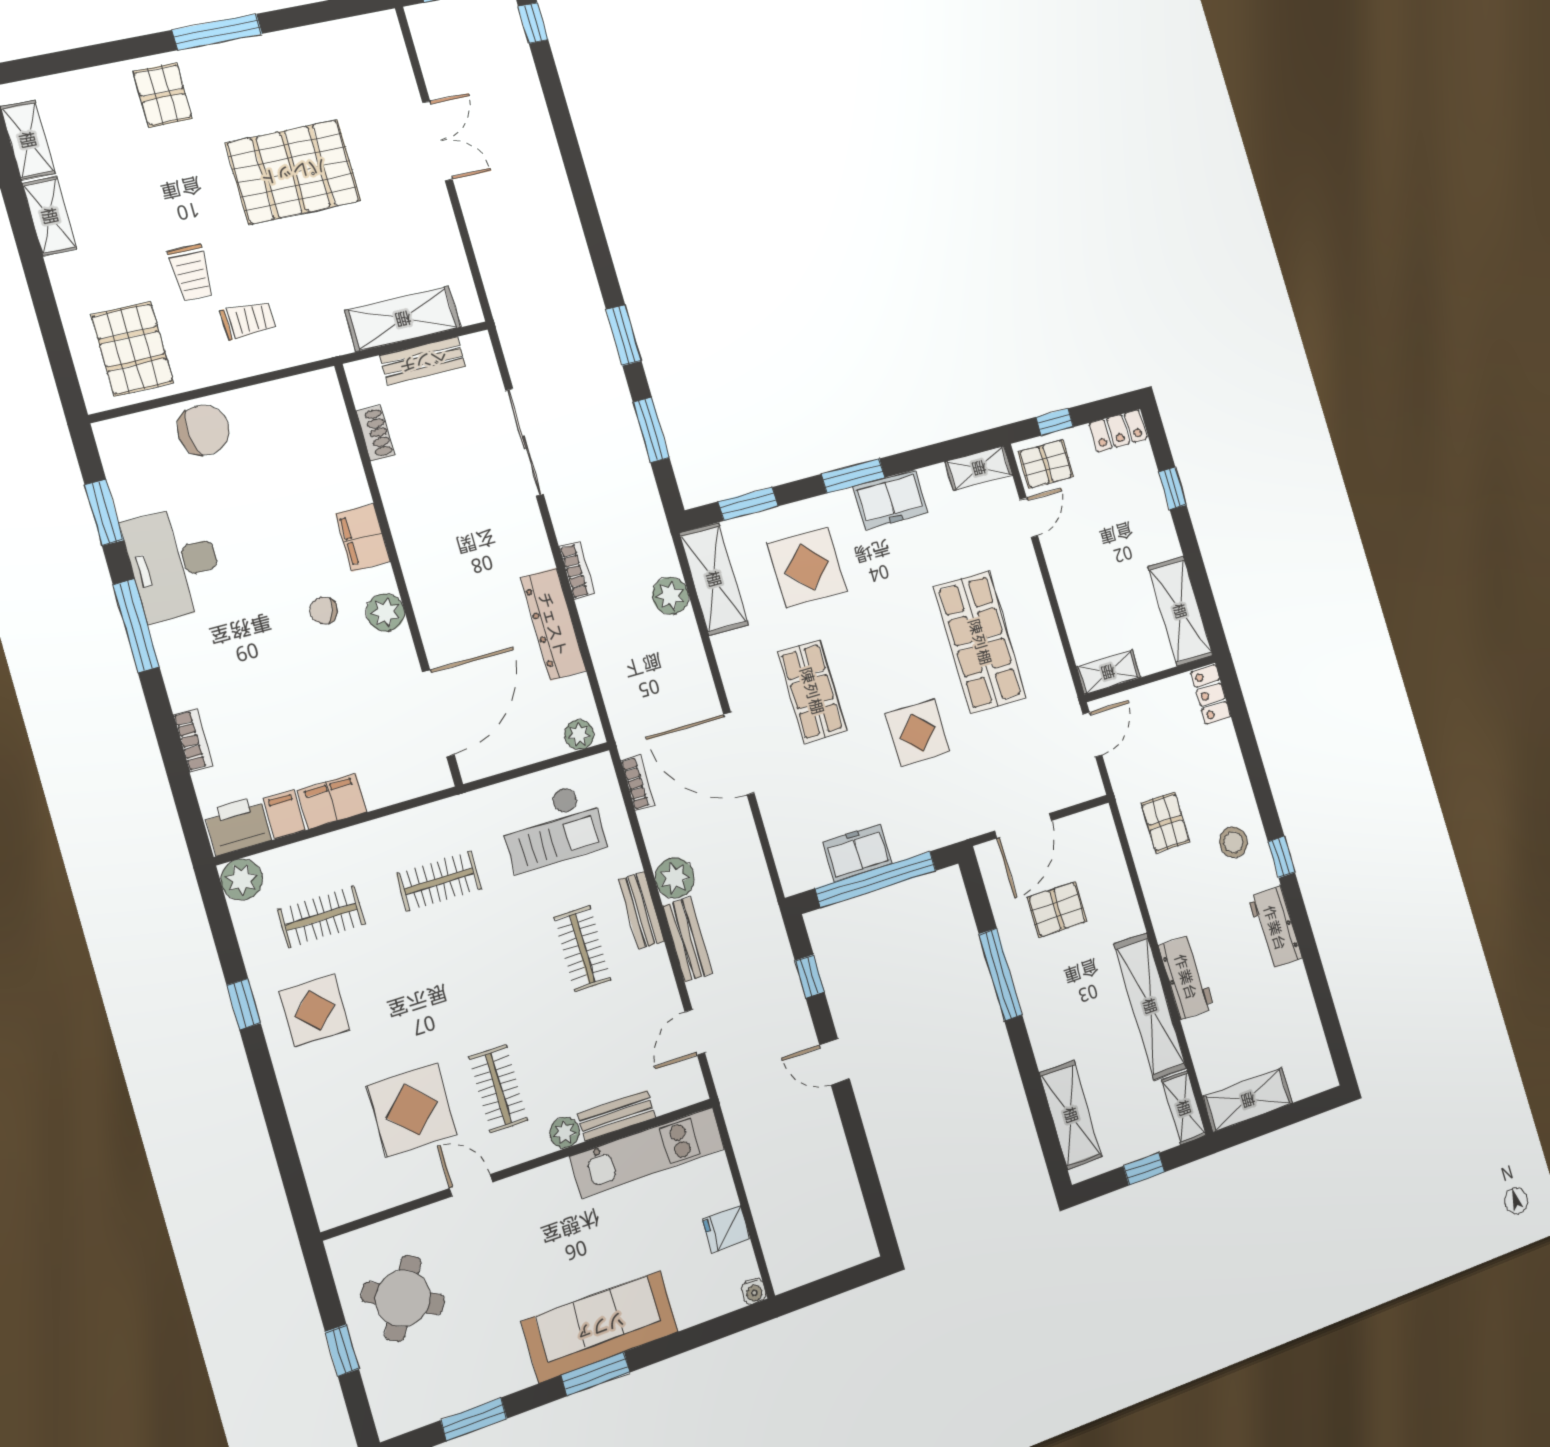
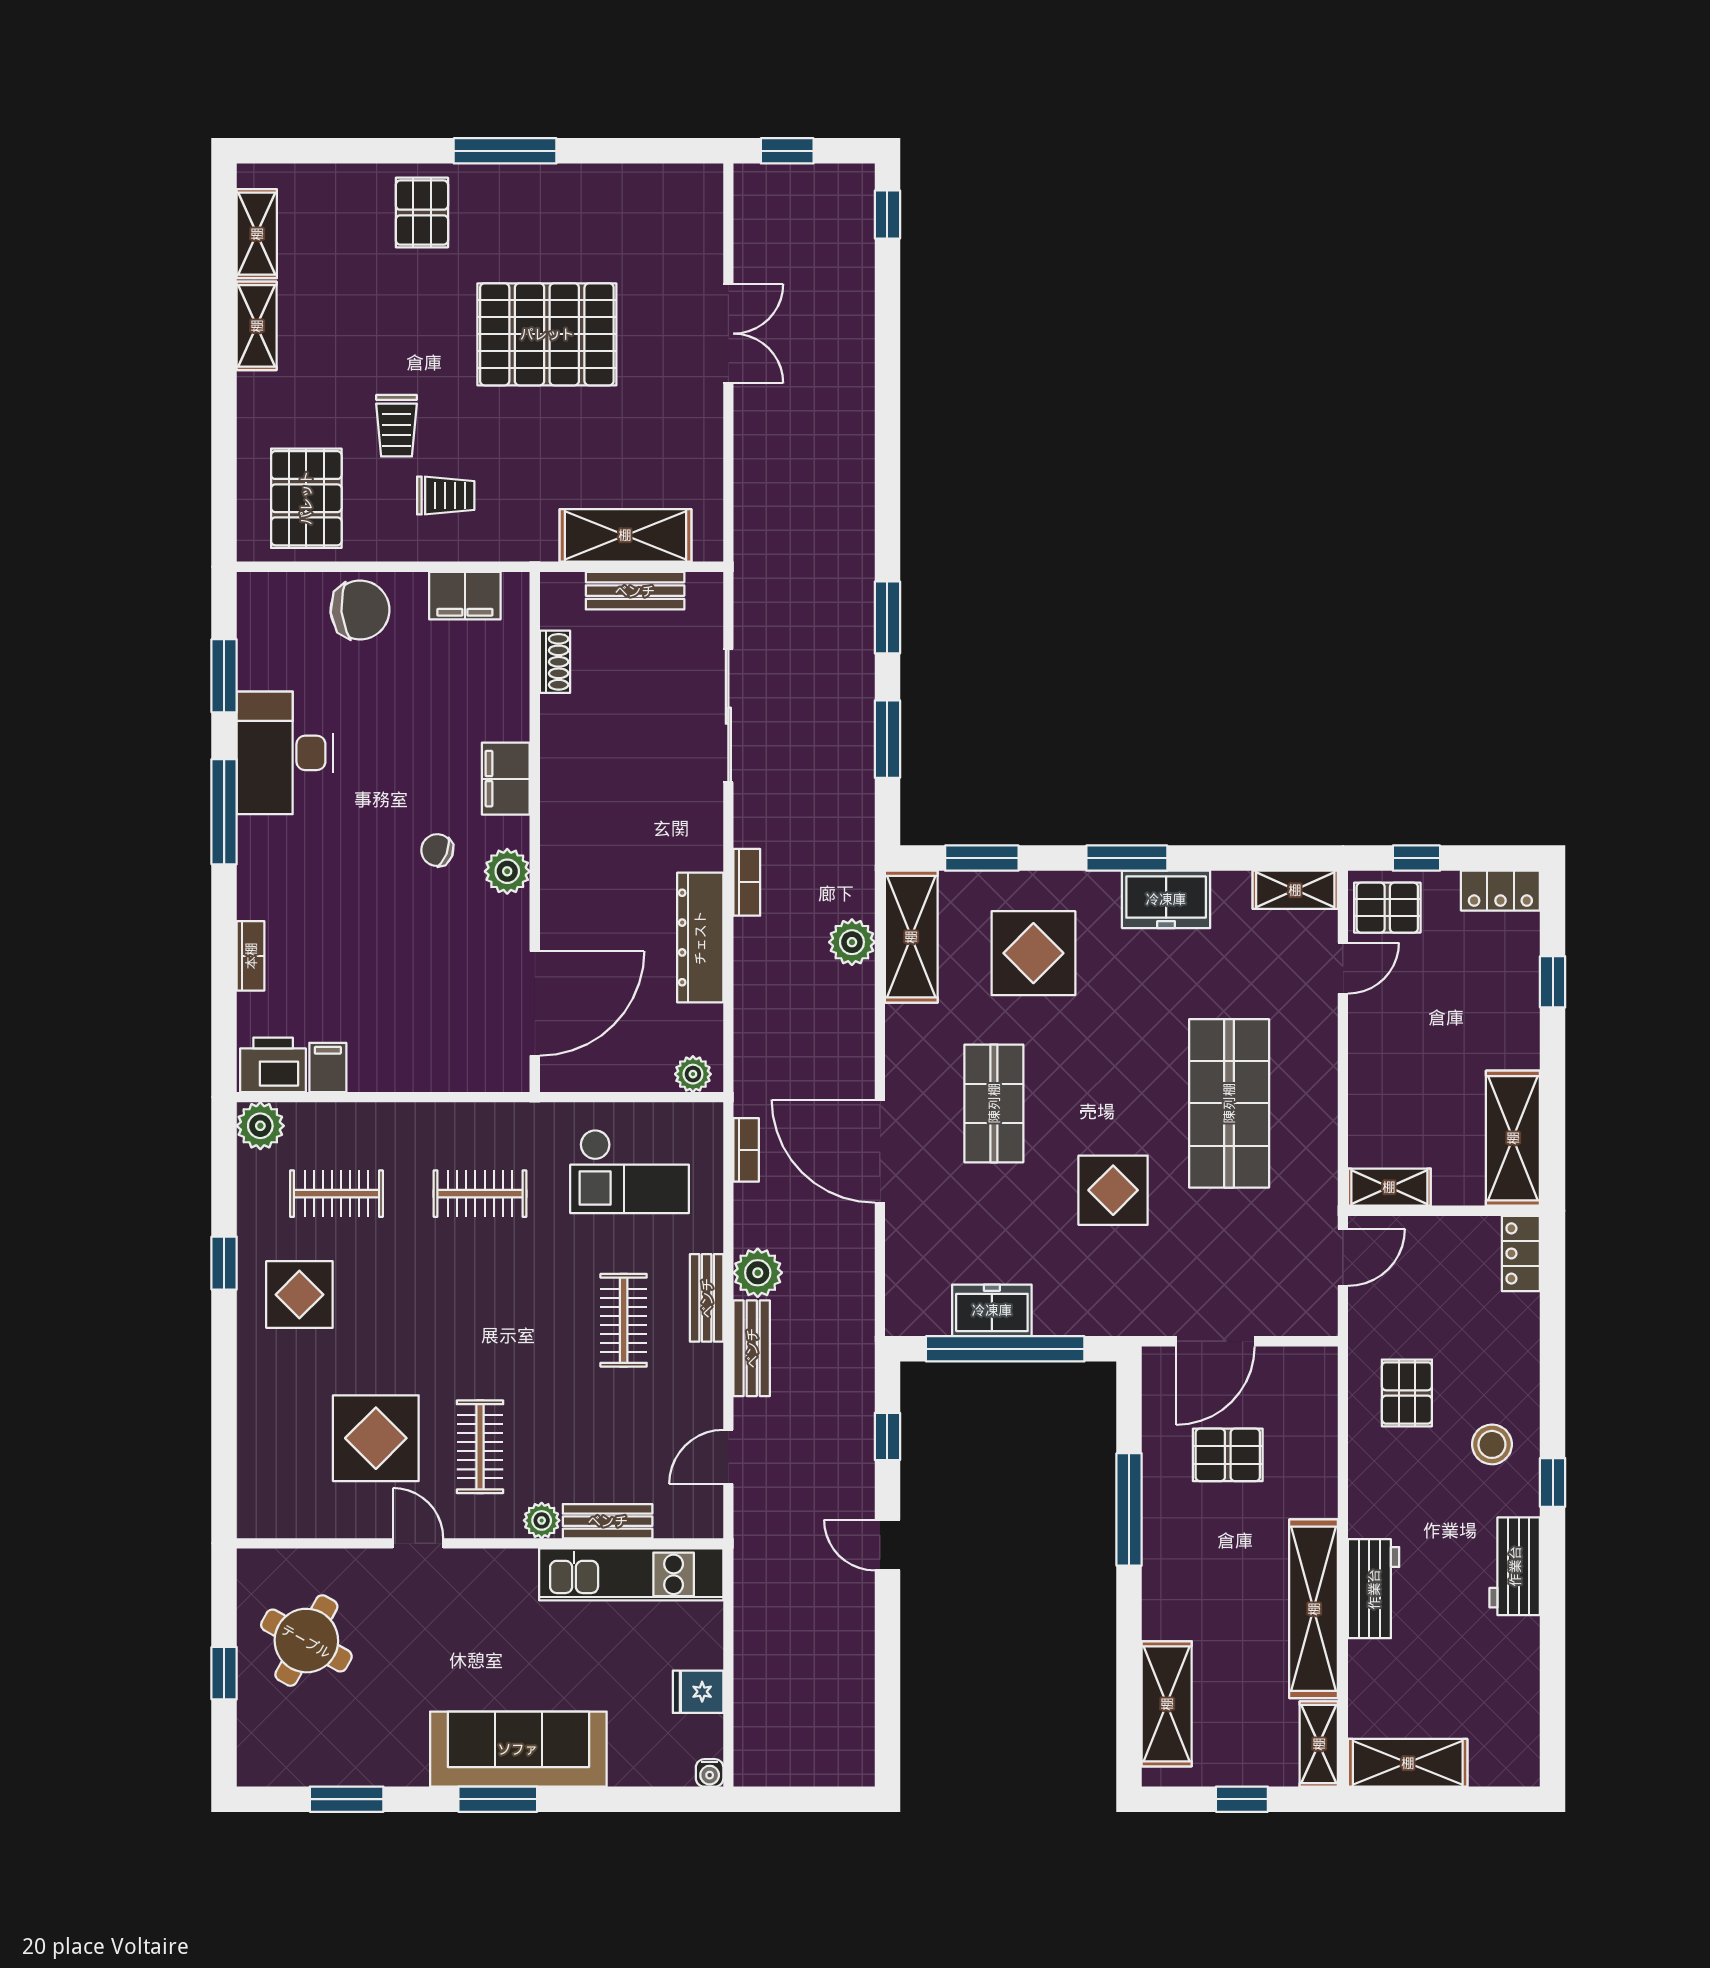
filing cabinet: (332, 801) -> (465, 596), moved, turned 180

